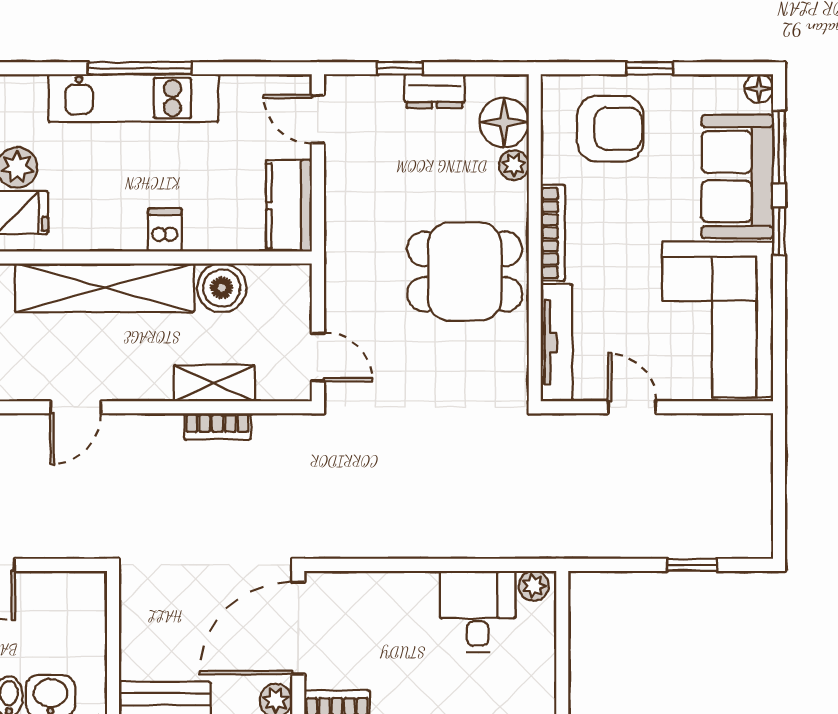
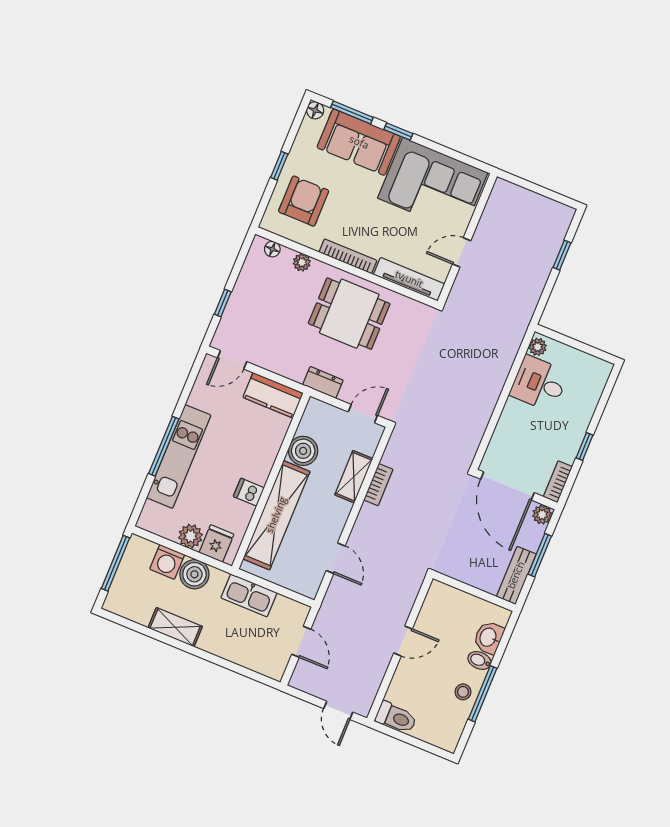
dresser: (435, 91) -> (323, 382), moved, turned -90
floor lamp: (504, 122) -> (272, 249), width x0.53, depth x0.53
dishwasher: (165, 230) -> (249, 492), moved
dining table: (465, 272) -> (349, 314), turned 90

